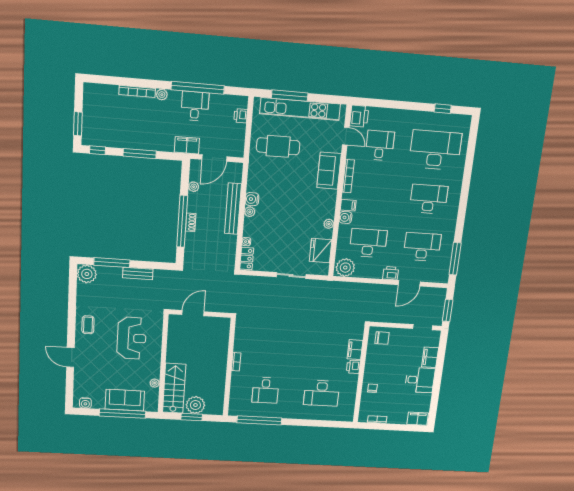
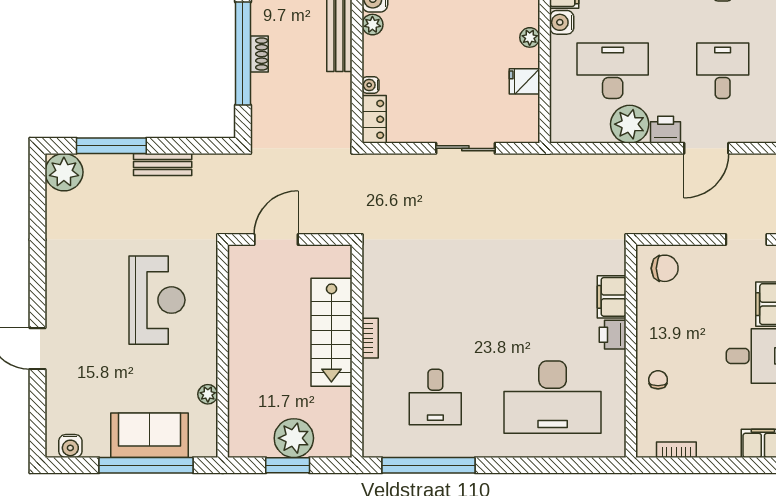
desk: (422, 247) -> (723, 71), width x0.73
fridge: (321, 250) -> (524, 81), width x0.53, depth x0.75
plant: (345, 268) -> (630, 124), moved
coffee table: (88, 325) -> (70, 277), removed
stairs: (174, 388) -> (331, 332), moved, turned 180
desk: (322, 393) -> (553, 397), width x1.36, depth x1.30

